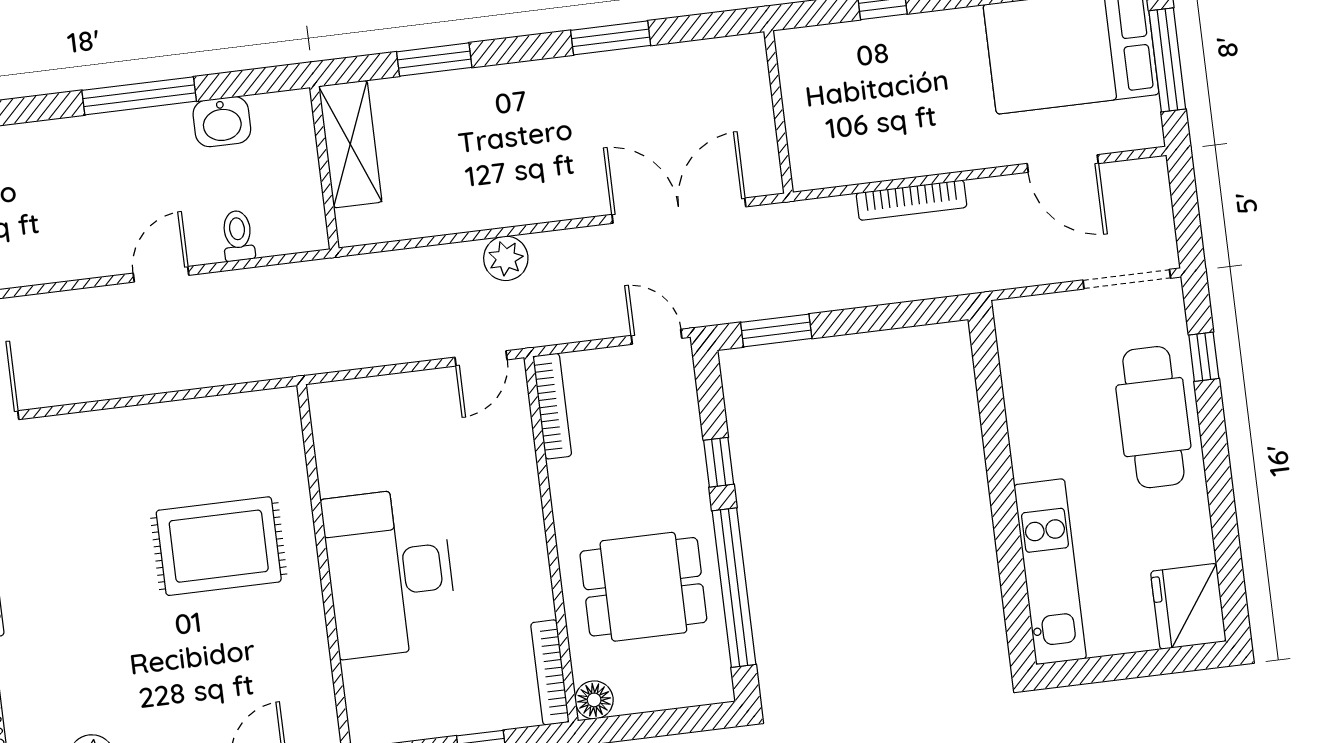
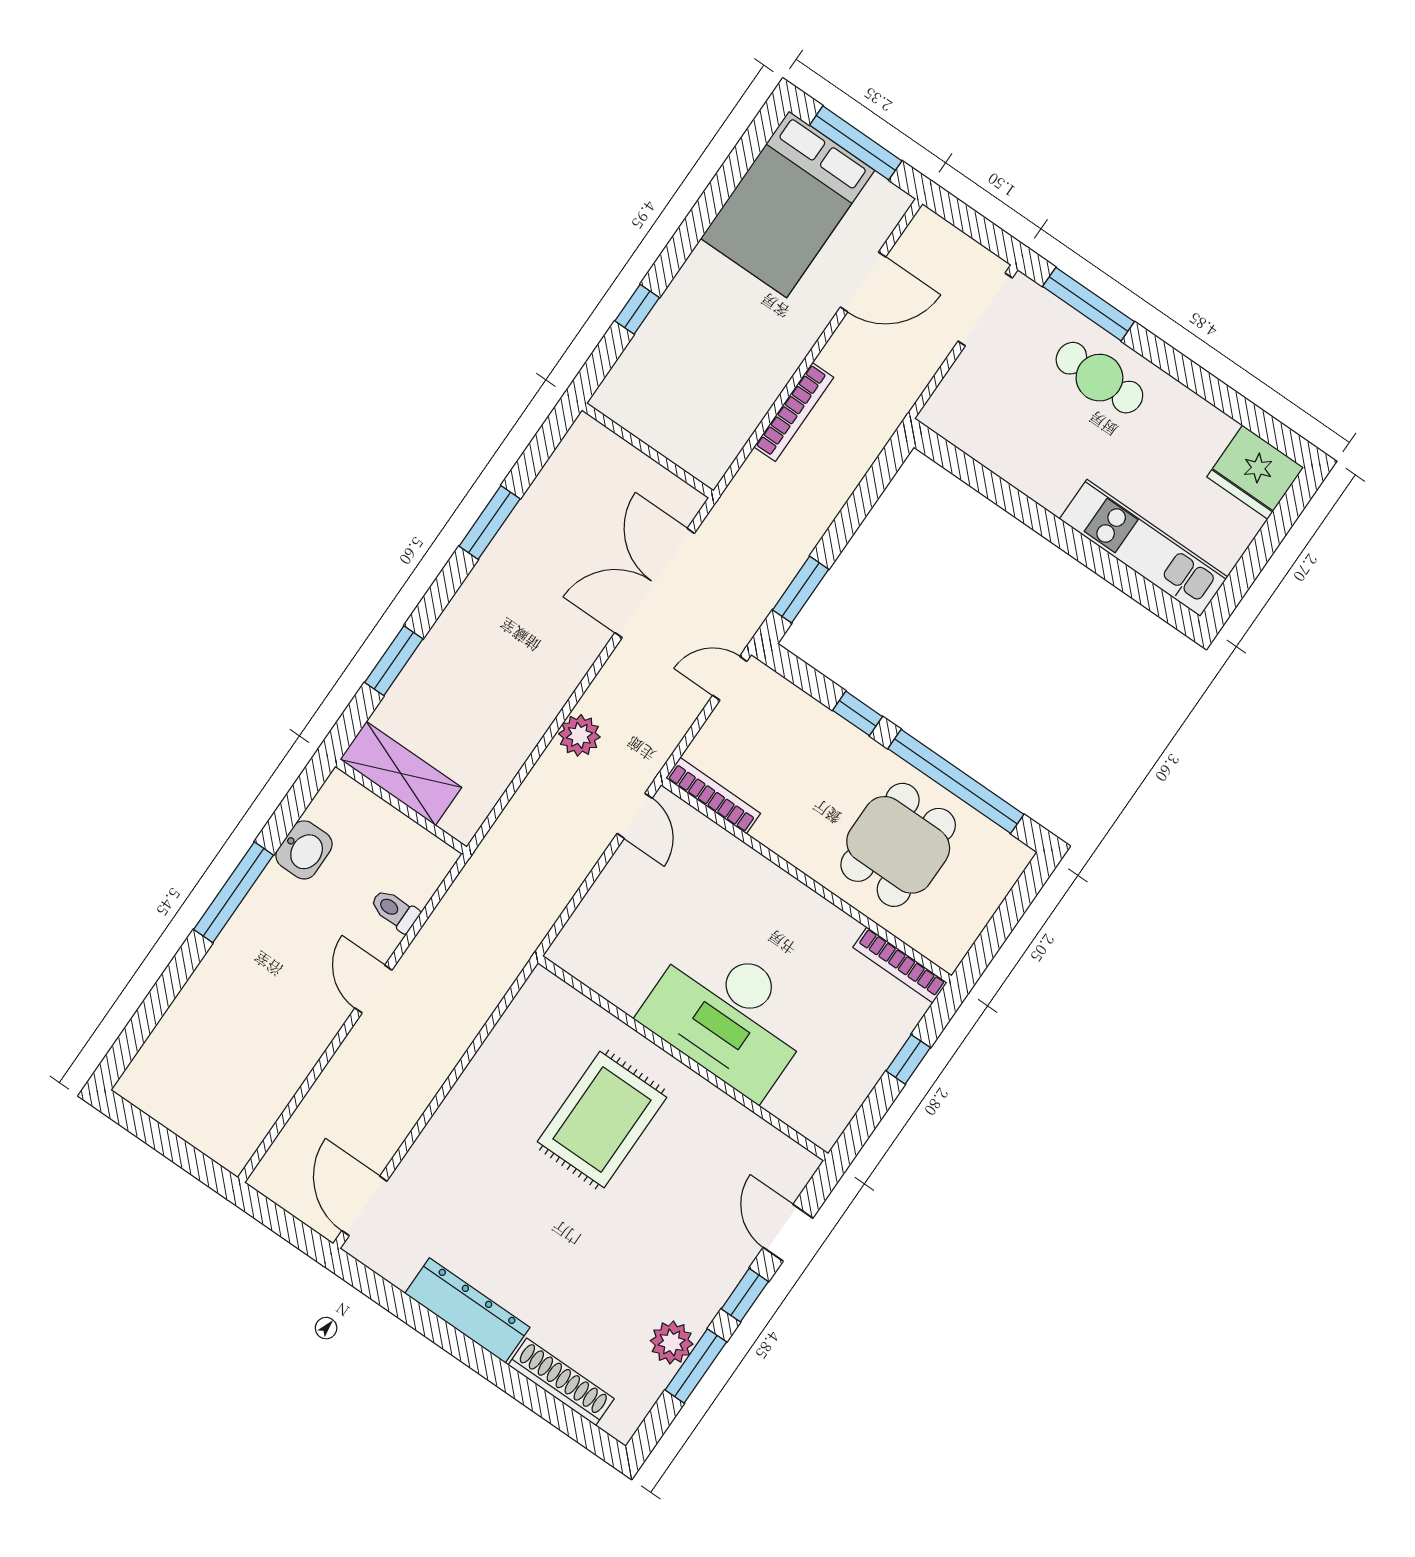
window: (1204, 357) -> (1089, 304), width x2.17
cafe table: (1153, 417) -> (1099, 378), width x0.73, depth x0.74
floor lamp: (594, 700) -> (947, 951), removed

